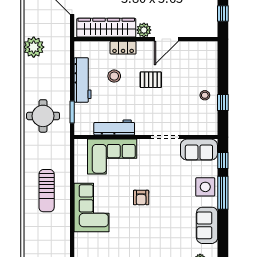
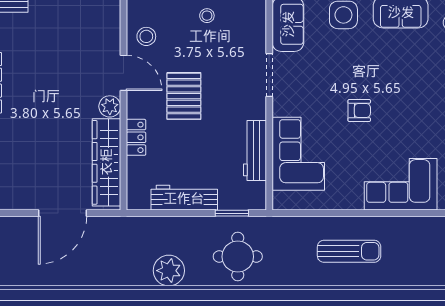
plant: (34, 47) -> (169, 271), moved
stool: (114, 76) -> (146, 36), moved
pallet: (151, 80) -> (184, 96), width x1.50, depth x1.42
corner sofa: (92, 207) -> (401, 184), moved

